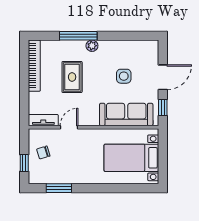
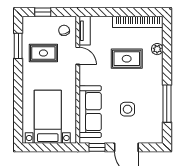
window: (78, 36) -> (167, 104), moved
plant: (92, 46) -> (157, 49), moved
chair: (43, 153) -> (64, 30), moved
rug: (66, 162) -> (43, 53), added

